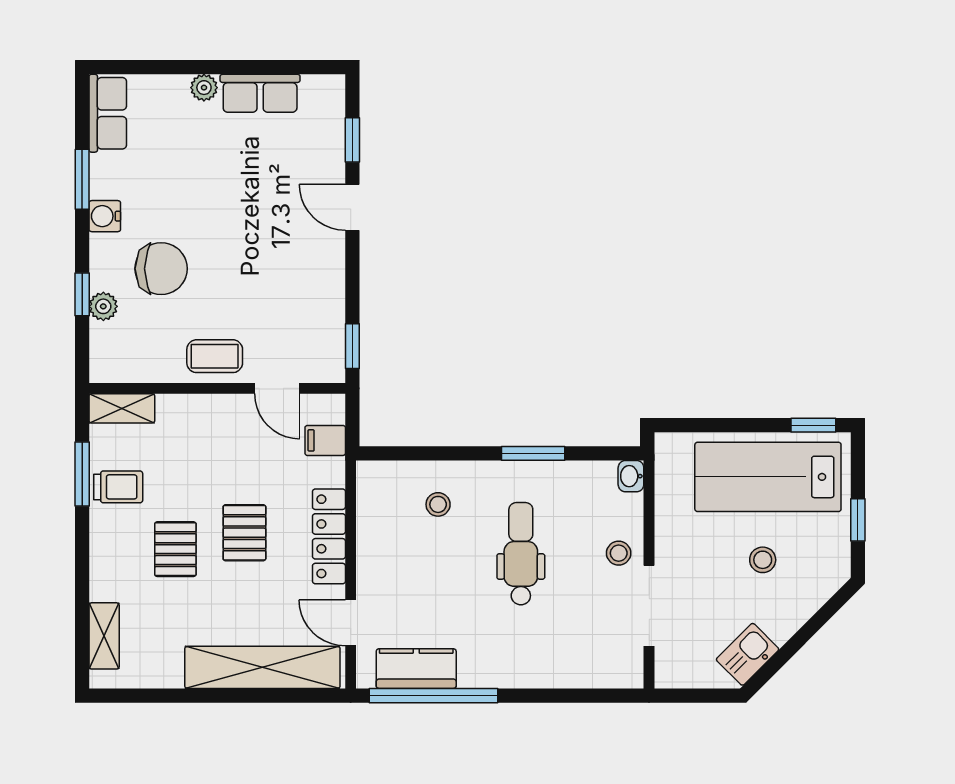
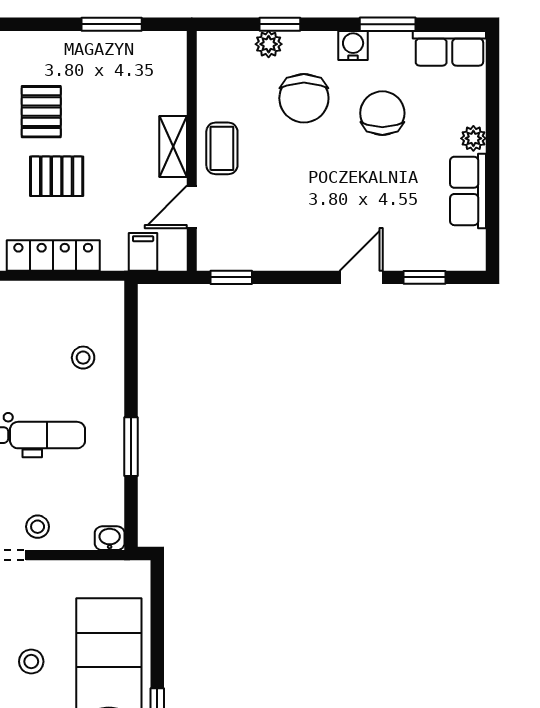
chair: (177, 185) -> (382, 113), added
shelving: (122, 408) -> (173, 147), moved
trolley: (118, 487) -> (100, 58), removed
pallet: (175, 549) -> (41, 112), turned 90

